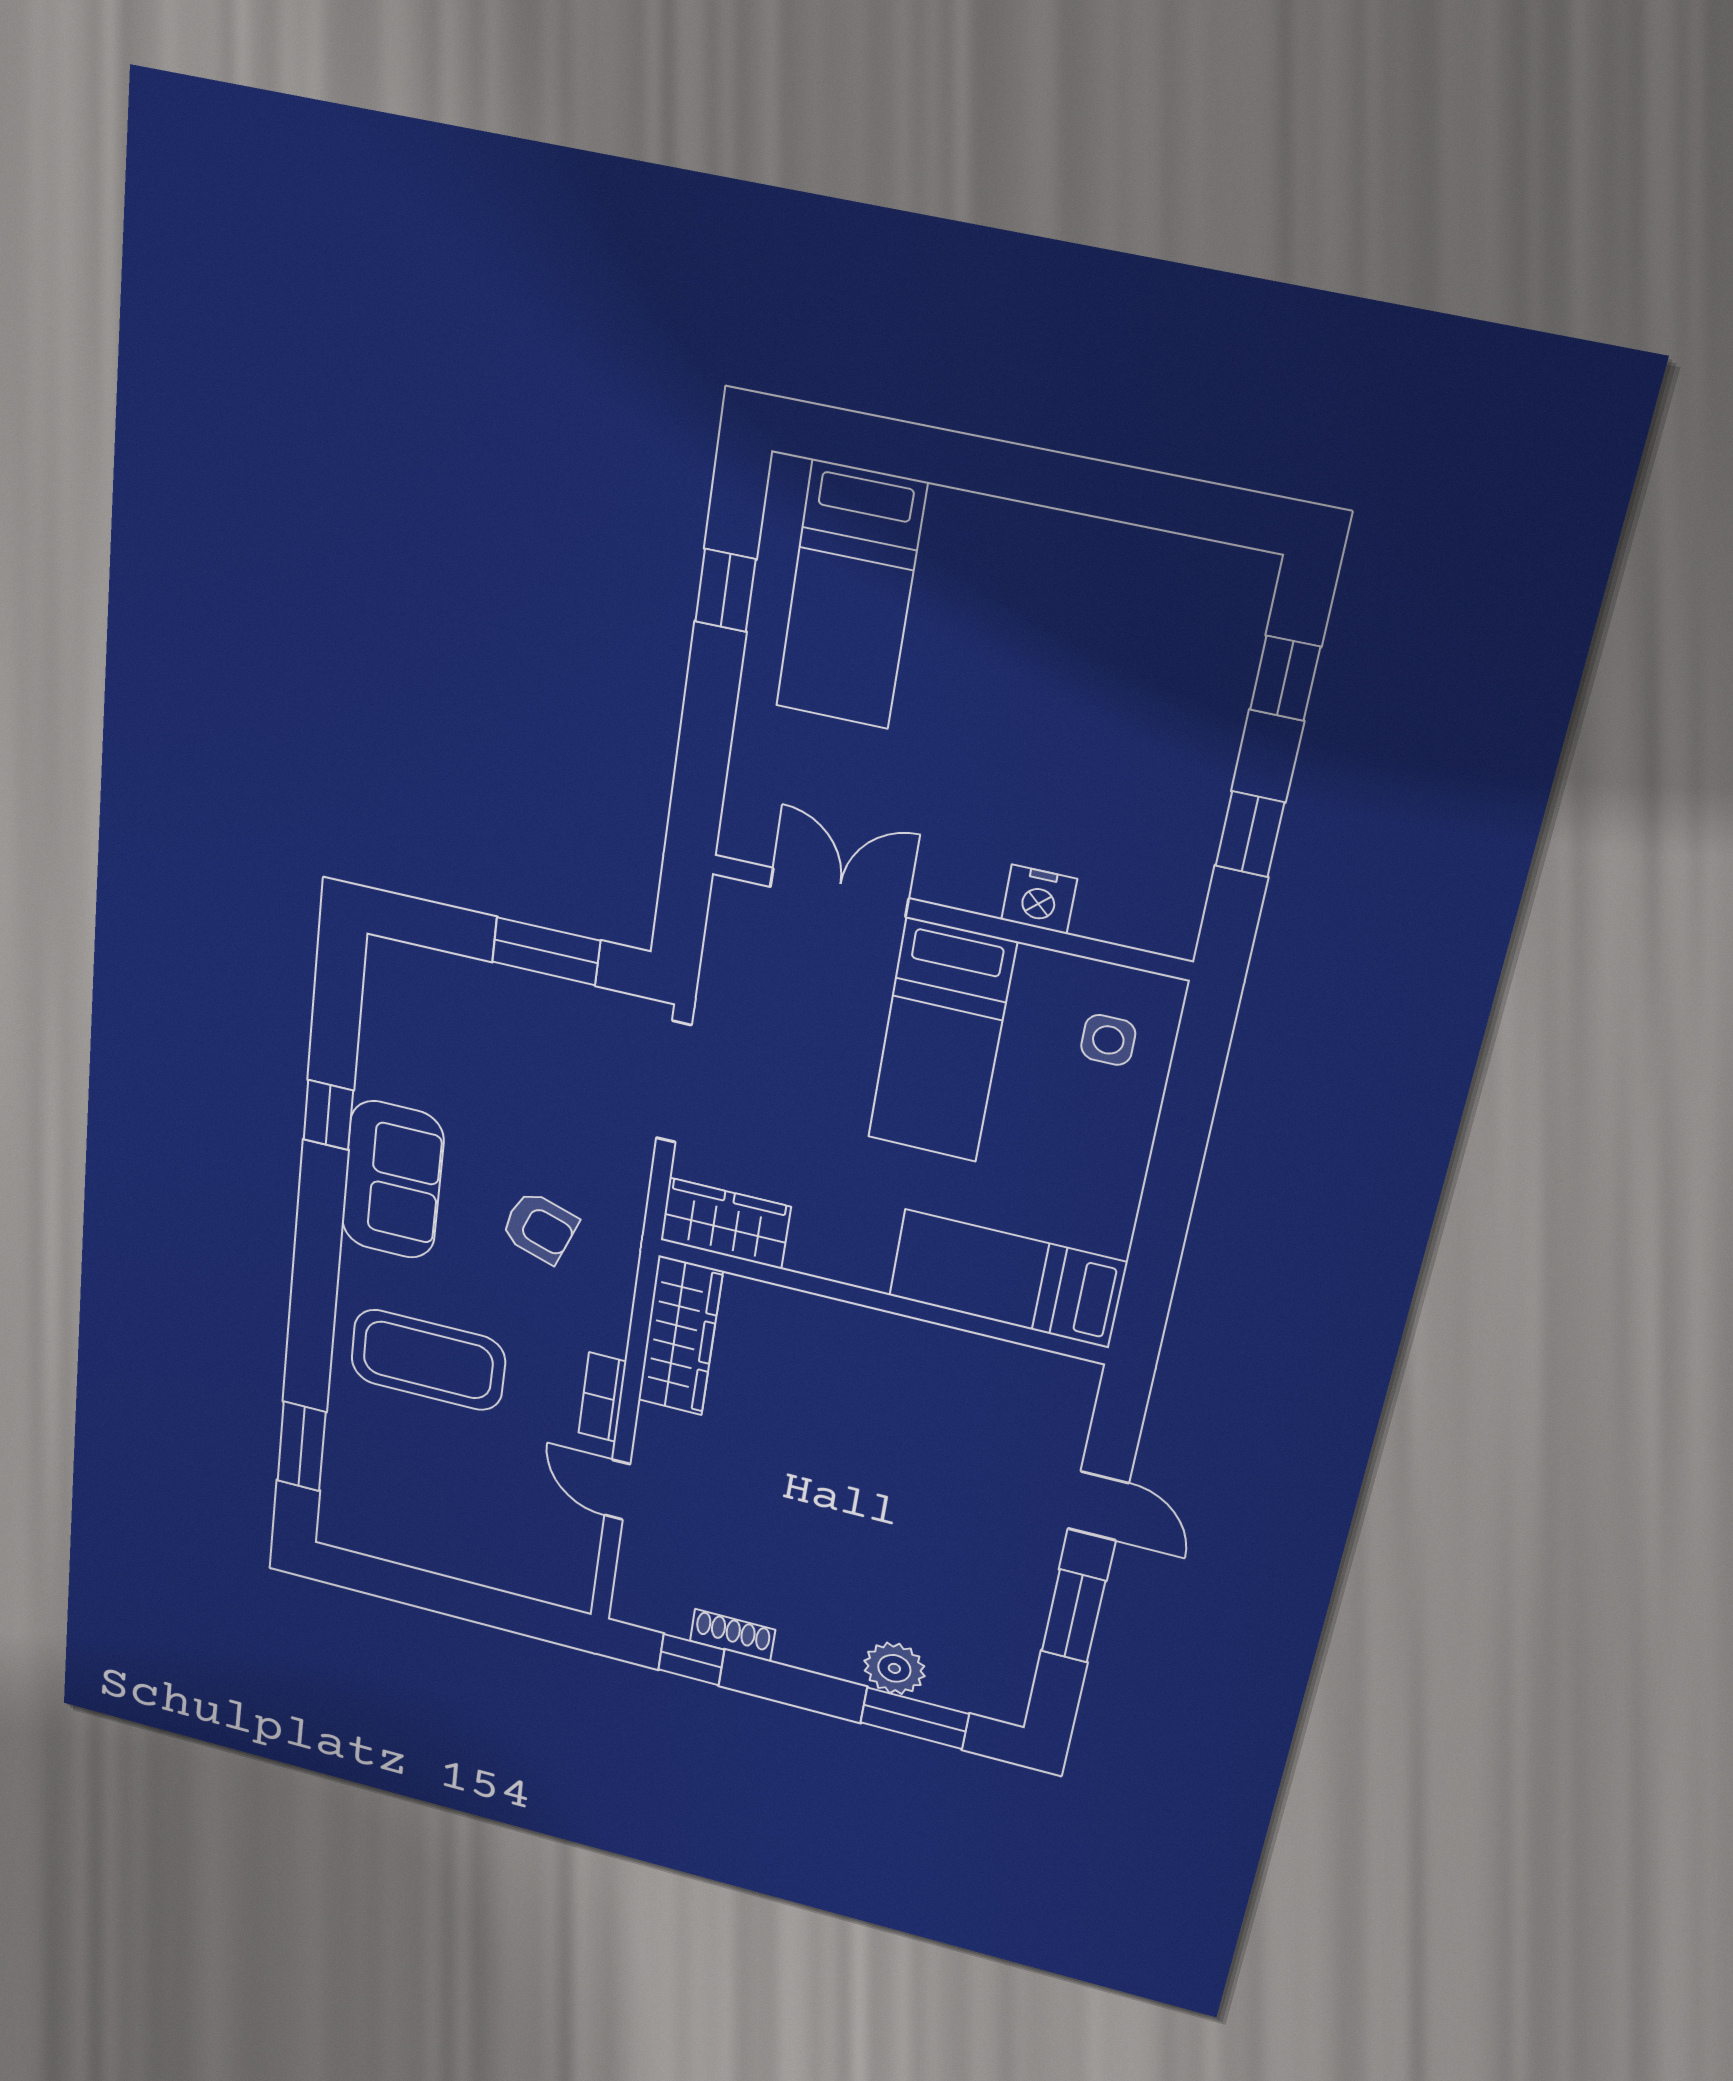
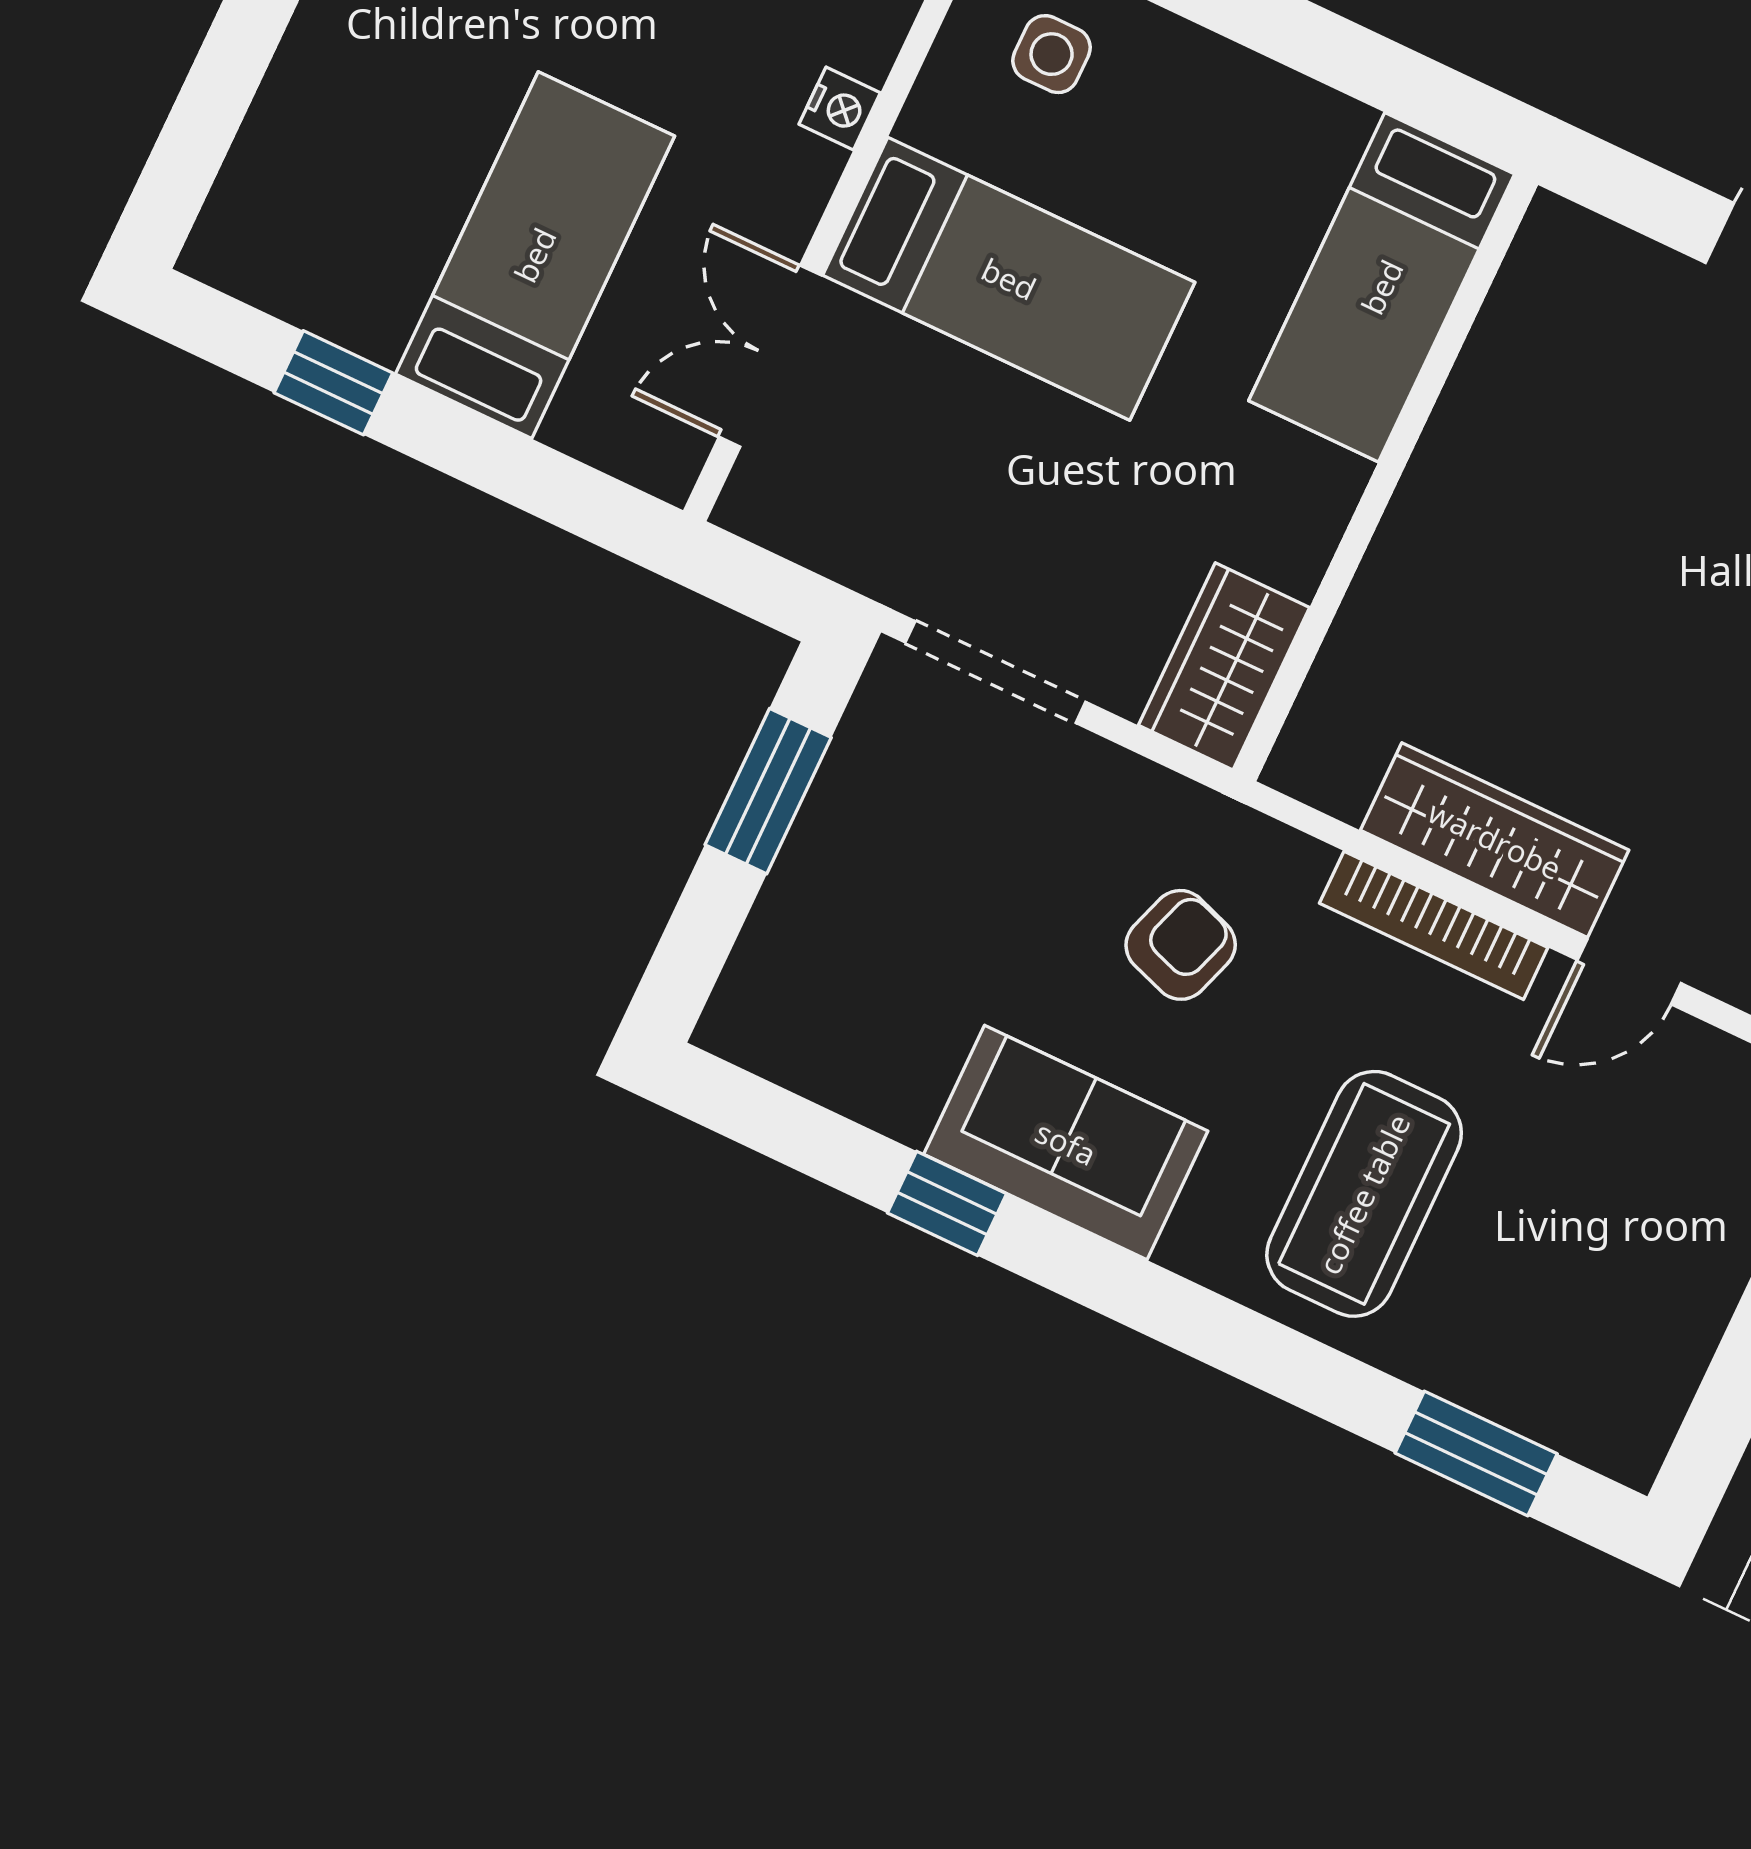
bed: (851, 596) -> (535, 255), moved, turned -90
nightstand: (1039, 899) -> (840, 109), width x0.72, depth x0.74
wardrobe: (680, 1336) -> (1495, 840), moved
bookcase: (602, 1397) -> (1434, 925), width x1.56

